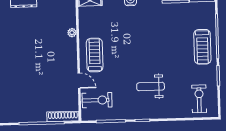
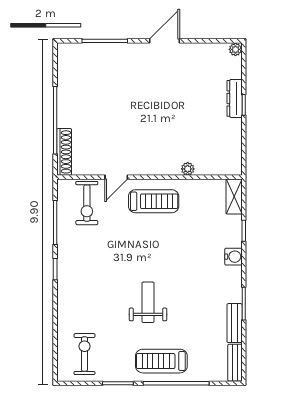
weight bench: (151, 86) -> (148, 302), moved
exercise bike: (199, 99) -> (84, 354), turned -90

